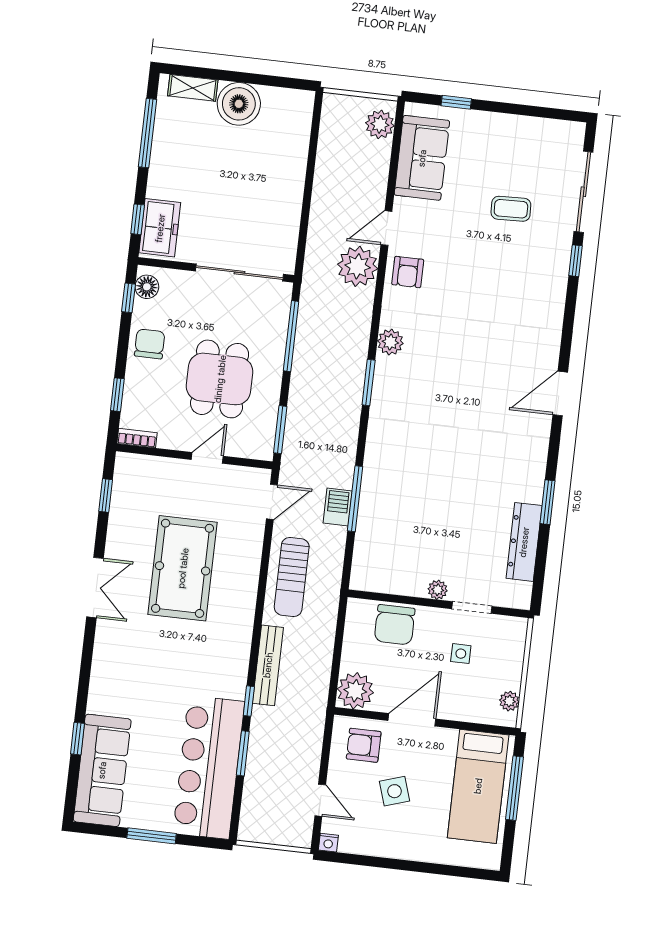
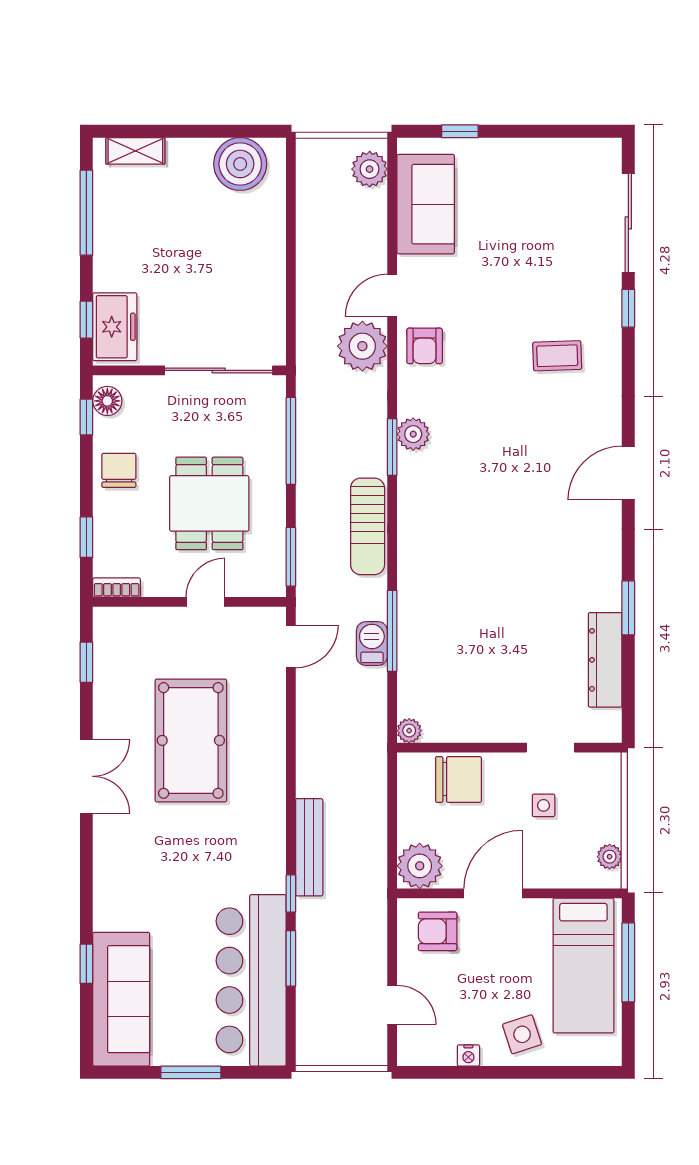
boiler: (239, 104) -> (240, 164), moved
coffee table: (511, 209) -> (557, 356), moved
window: (369, 383) -> (392, 447), moved
sun lounger: (292, 577) -> (368, 526), moved
plant: (438, 590) -> (409, 731), moved
chair: (395, 625) -> (458, 779), turned -90
side table: (395, 791) -> (522, 1034), moved
nightstand: (328, 843) -> (468, 1055), moved

